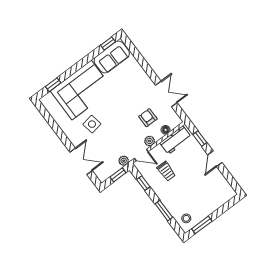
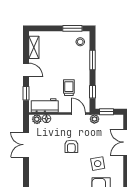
armchair: (148, 118) -> (71, 146), moved
plant: (150, 141) -> (37, 119), moved
door: (215, 159) -> (26, 70), hinge flipped
shelving: (223, 183) -> (34, 47), added

